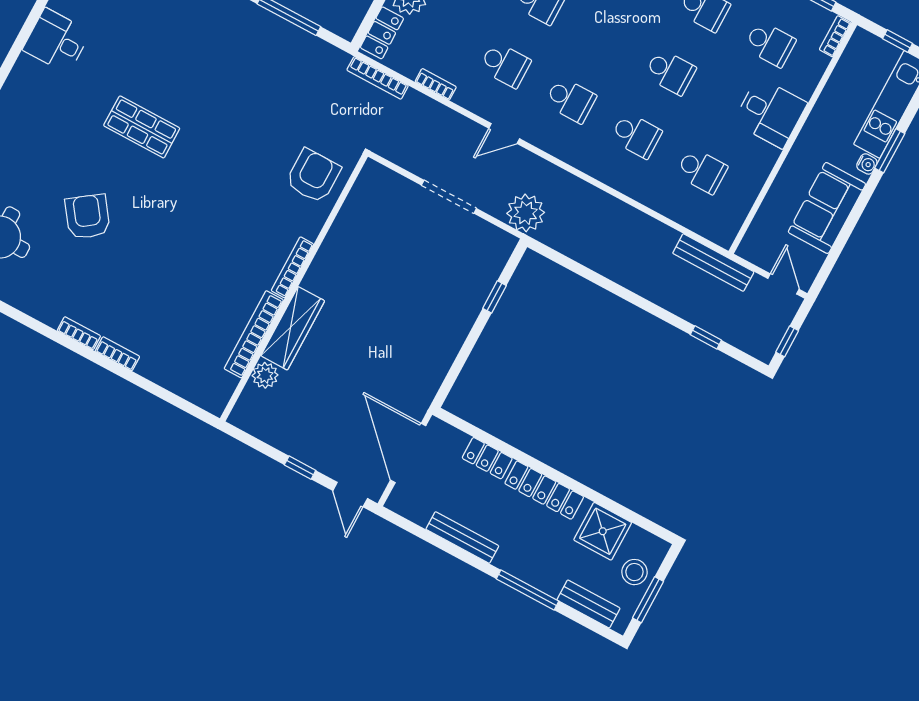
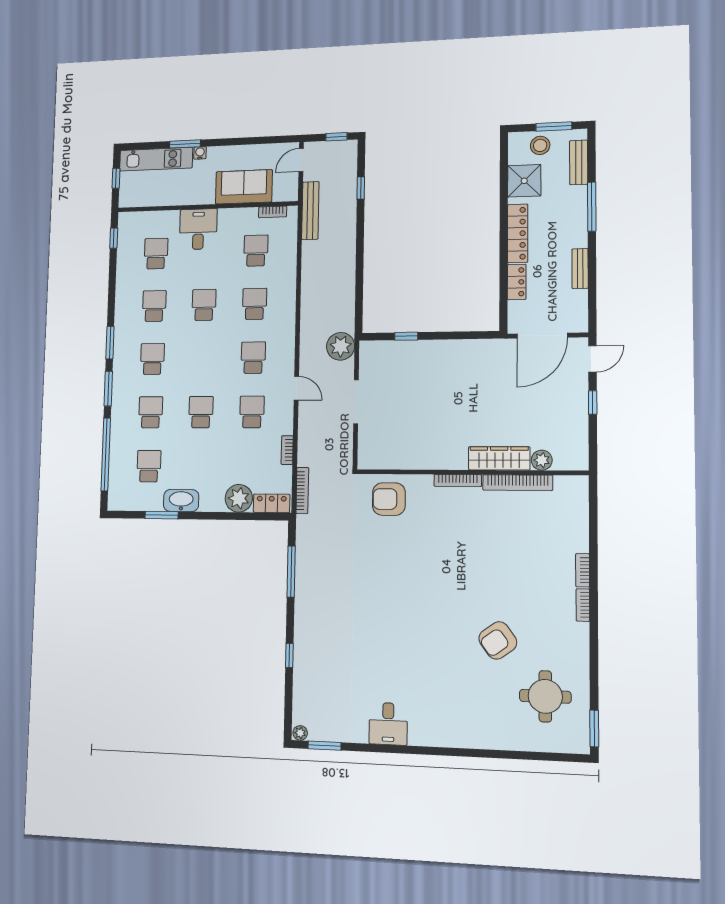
bookcase: (835, 36) -> (273, 212), moved
shop shelf: (142, 127) -> (416, 634), removed
sofa: (827, 208) -> (244, 187), moved, turned 180
bench: (462, 538) -> (580, 269), width x0.73

